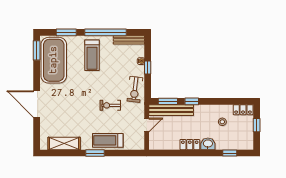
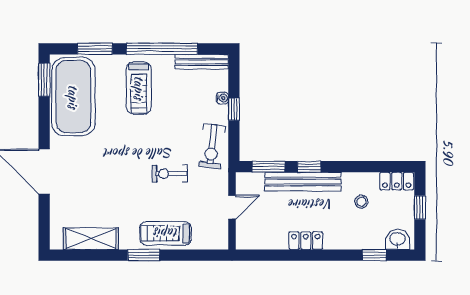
bench: (171, 110) -> (303, 182), moved
washbasin: (208, 144) -> (398, 239), moved

